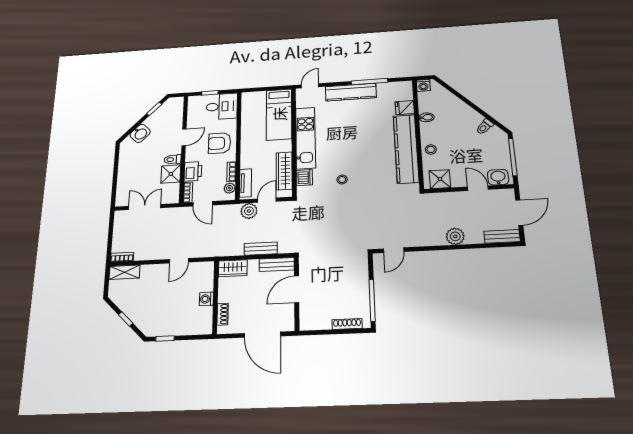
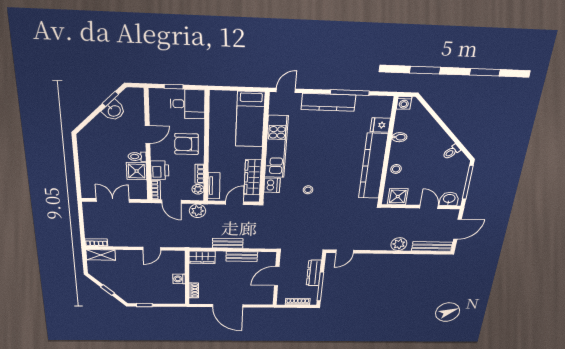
washbasin: (140, 133) -> (114, 111), moved
plant: (249, 211) -> (198, 211), moved
bench: (502, 236) -> (432, 246), width x1.36
dresser: (362, 281) -> (314, 273), added
door: (297, 289) -> (277, 276), moved
wall: (297, 293) -> (277, 279), moved

